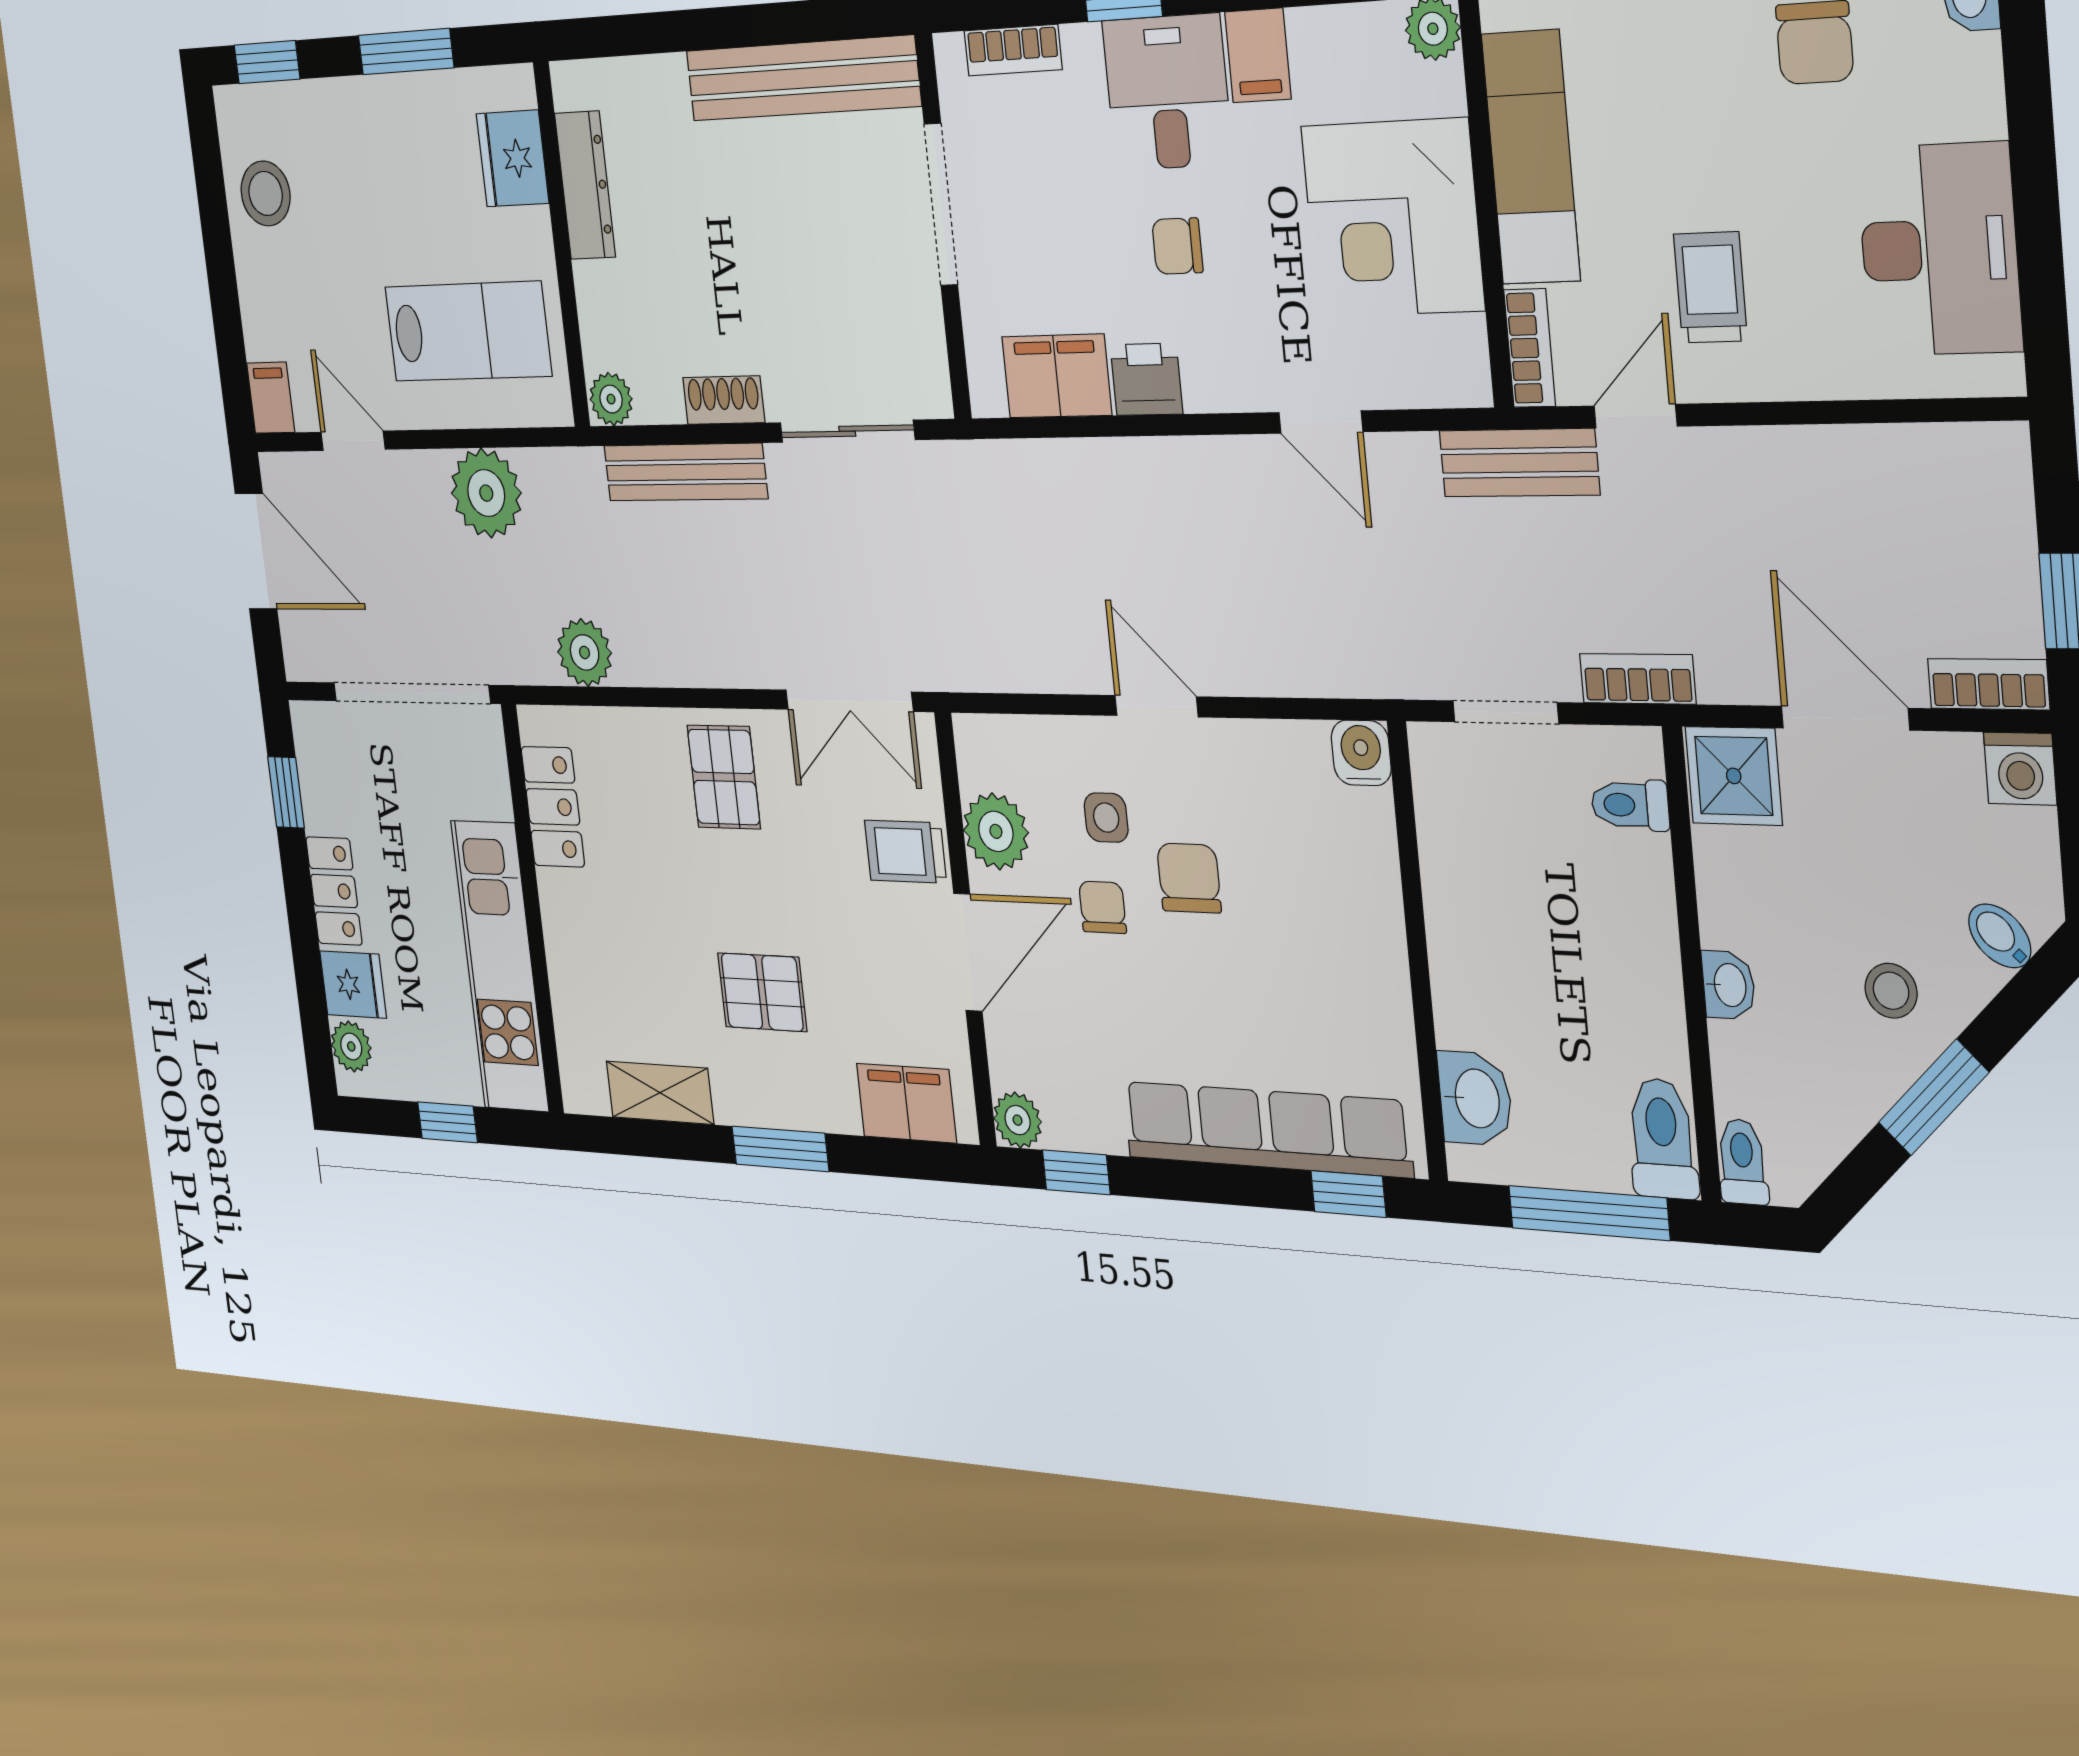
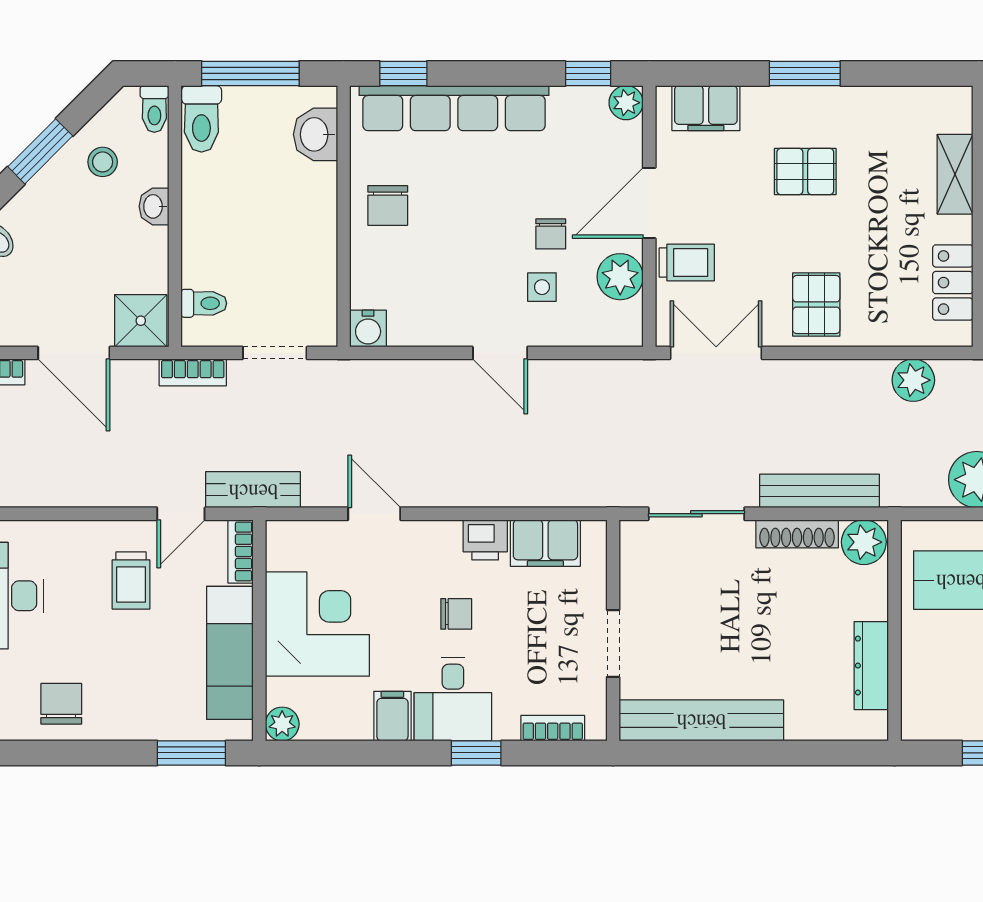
fridge: (512, 159) -> (925, 684), removed
doorway: (941, 204) -> (613, 643), width x0.73
plant: (611, 399) -> (864, 542), width x1.38, depth x1.38
shoe rack: (724, 400) -> (797, 534), width x1.43
chair: (1189, 878) -> (388, 205), moved
stool: (1891, 991) -> (103, 162), moved
shelving: (660, 1093) -> (955, 174), moved, turned 90

